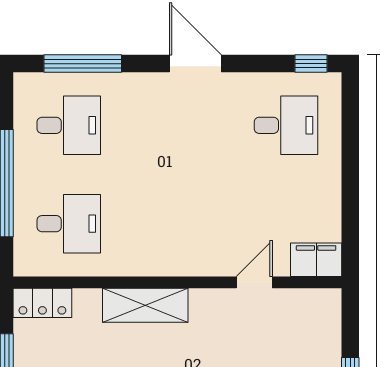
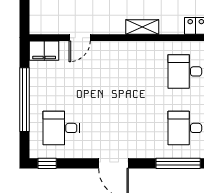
window: (350, 175) -> (25, 100), added
shelving: (145, 305) -> (142, 27), width x0.67, depth x0.75

